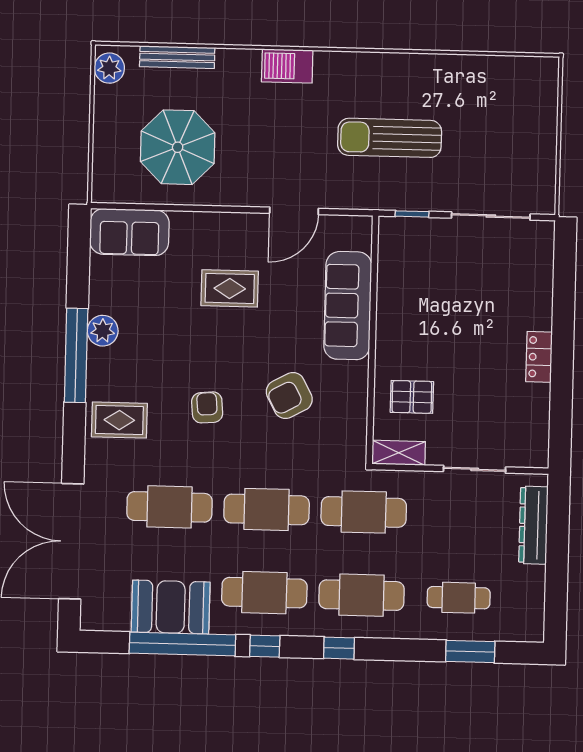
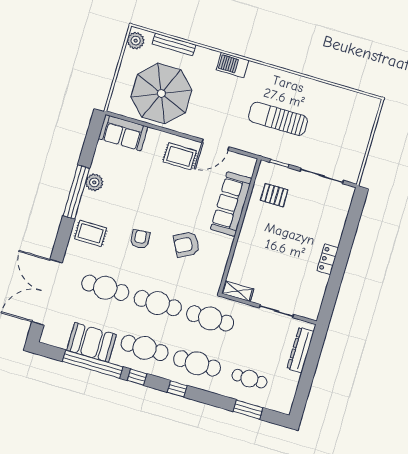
parasol: (178, 147) -> (161, 93), width x1.36, depth x1.36
rug: (230, 288) -> (180, 156), moved
pallet: (412, 397) -> (274, 195), moved

